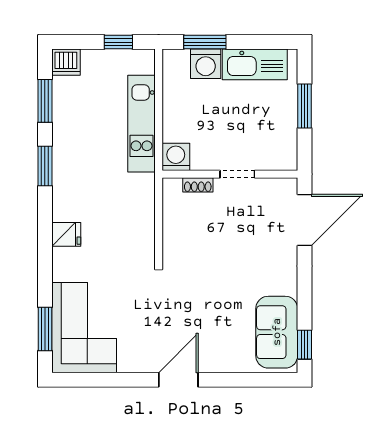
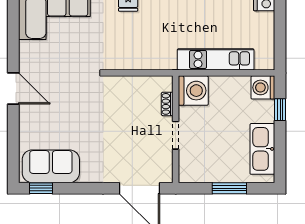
window: (118, 42) -> (280, 41), removed
window: (205, 42) -> (280, 110), width x0.67
washing machine: (206, 64) -> (263, 87), moved
washing machine: (176, 157) -> (193, 91), width x1.37, depth x1.37

